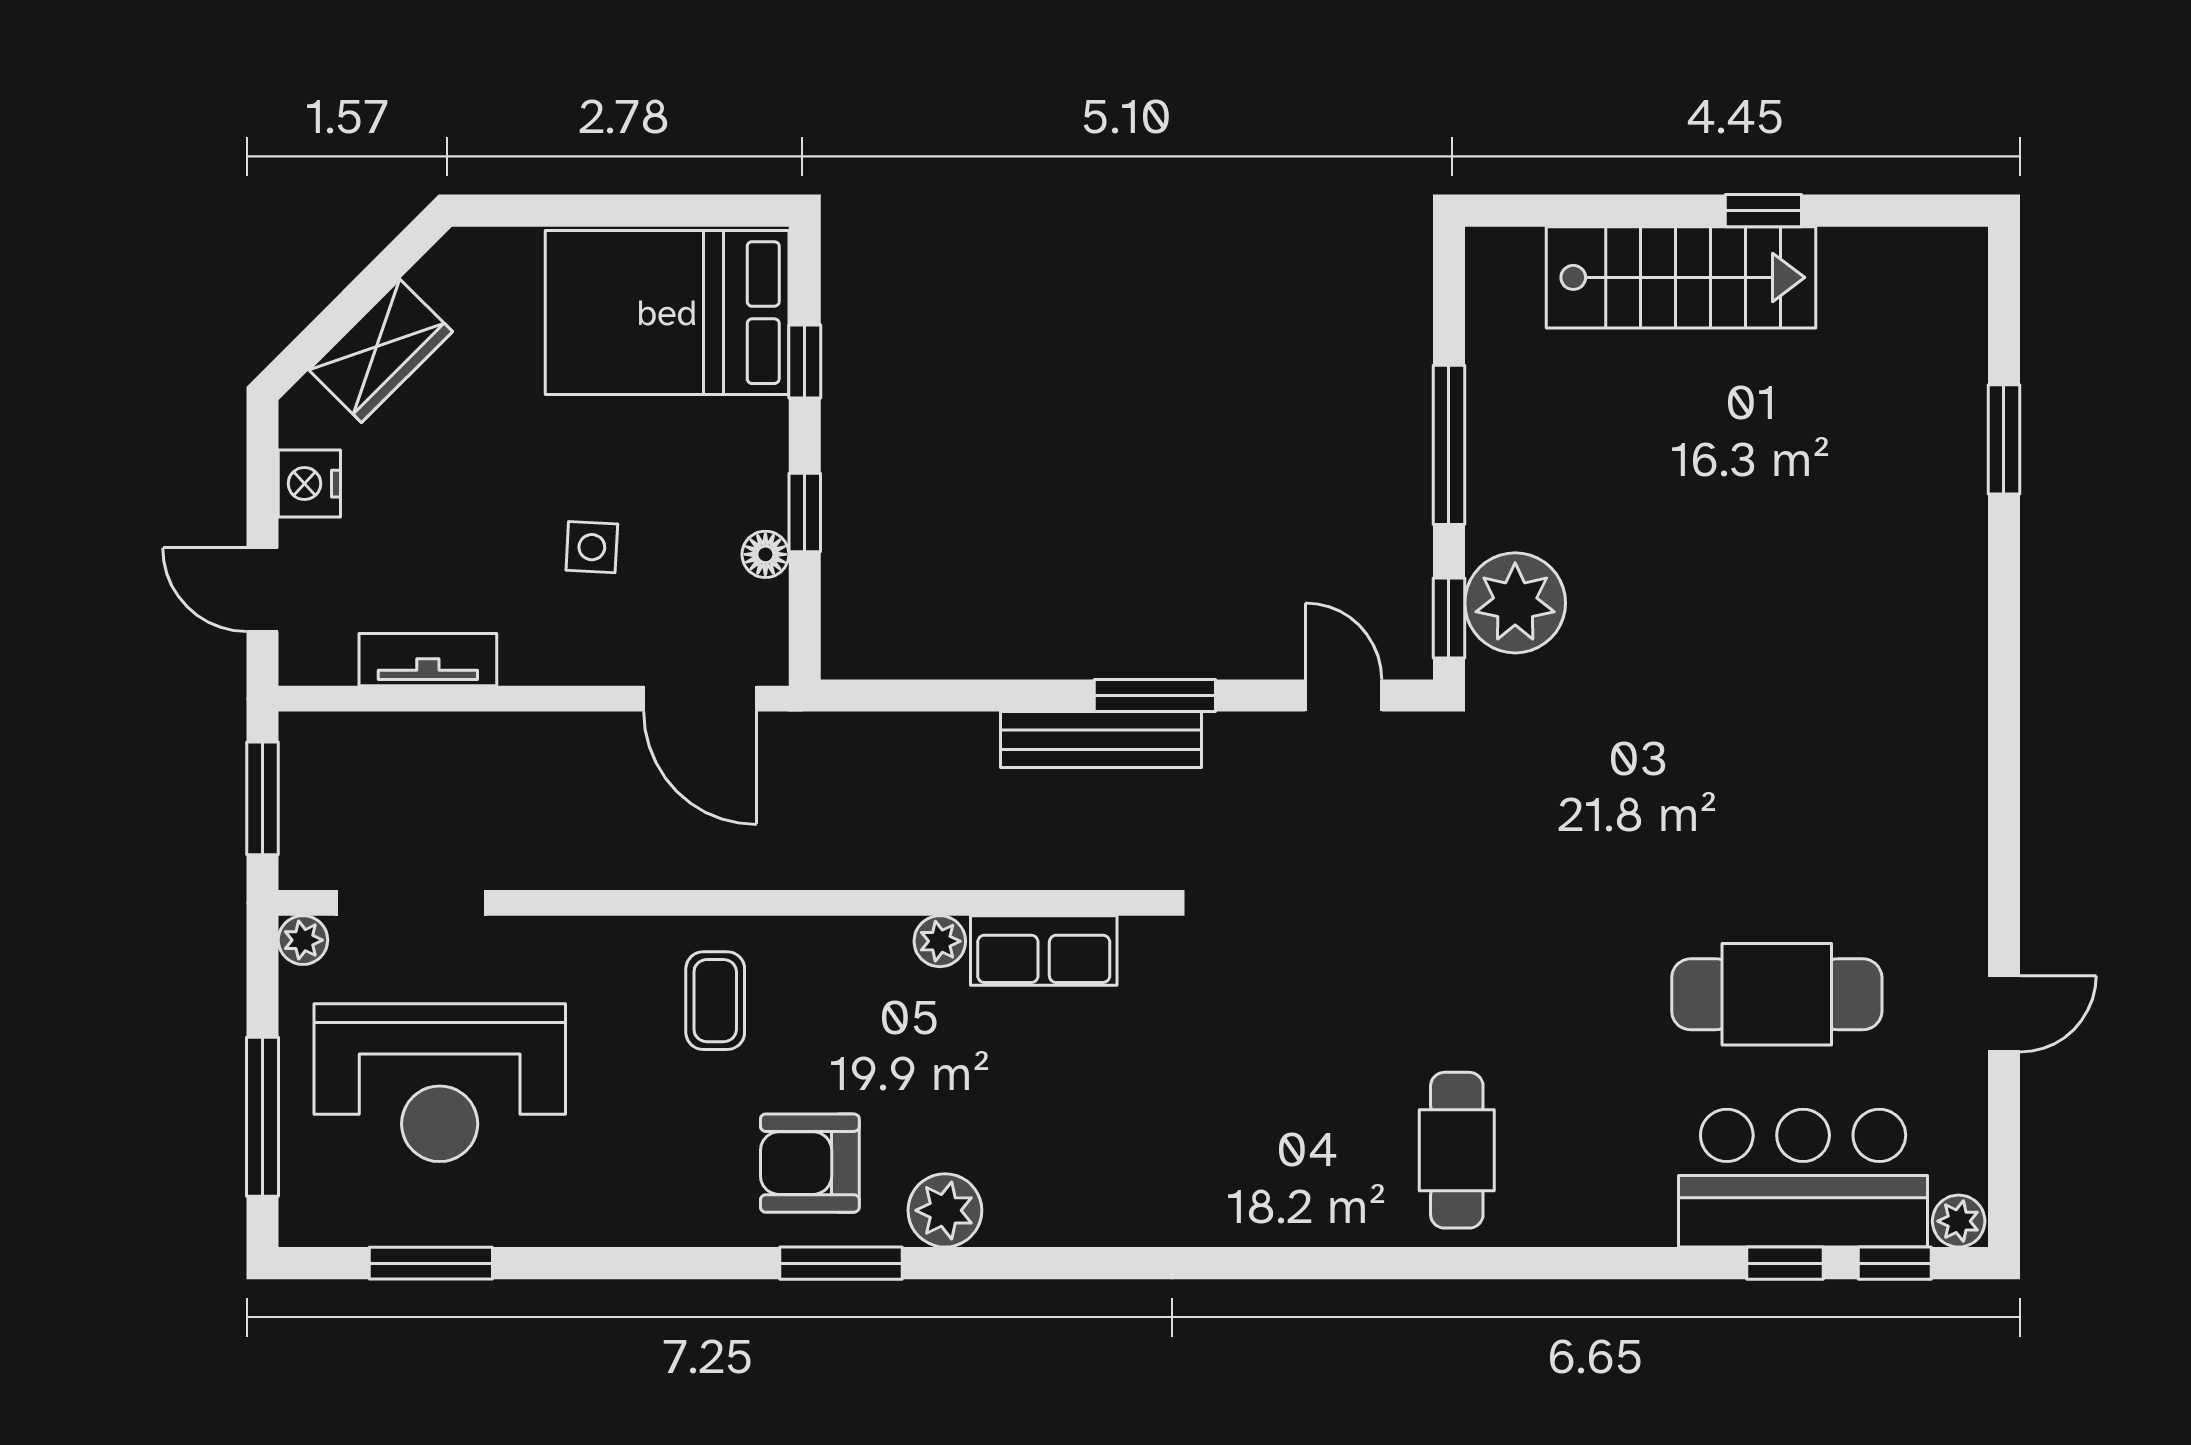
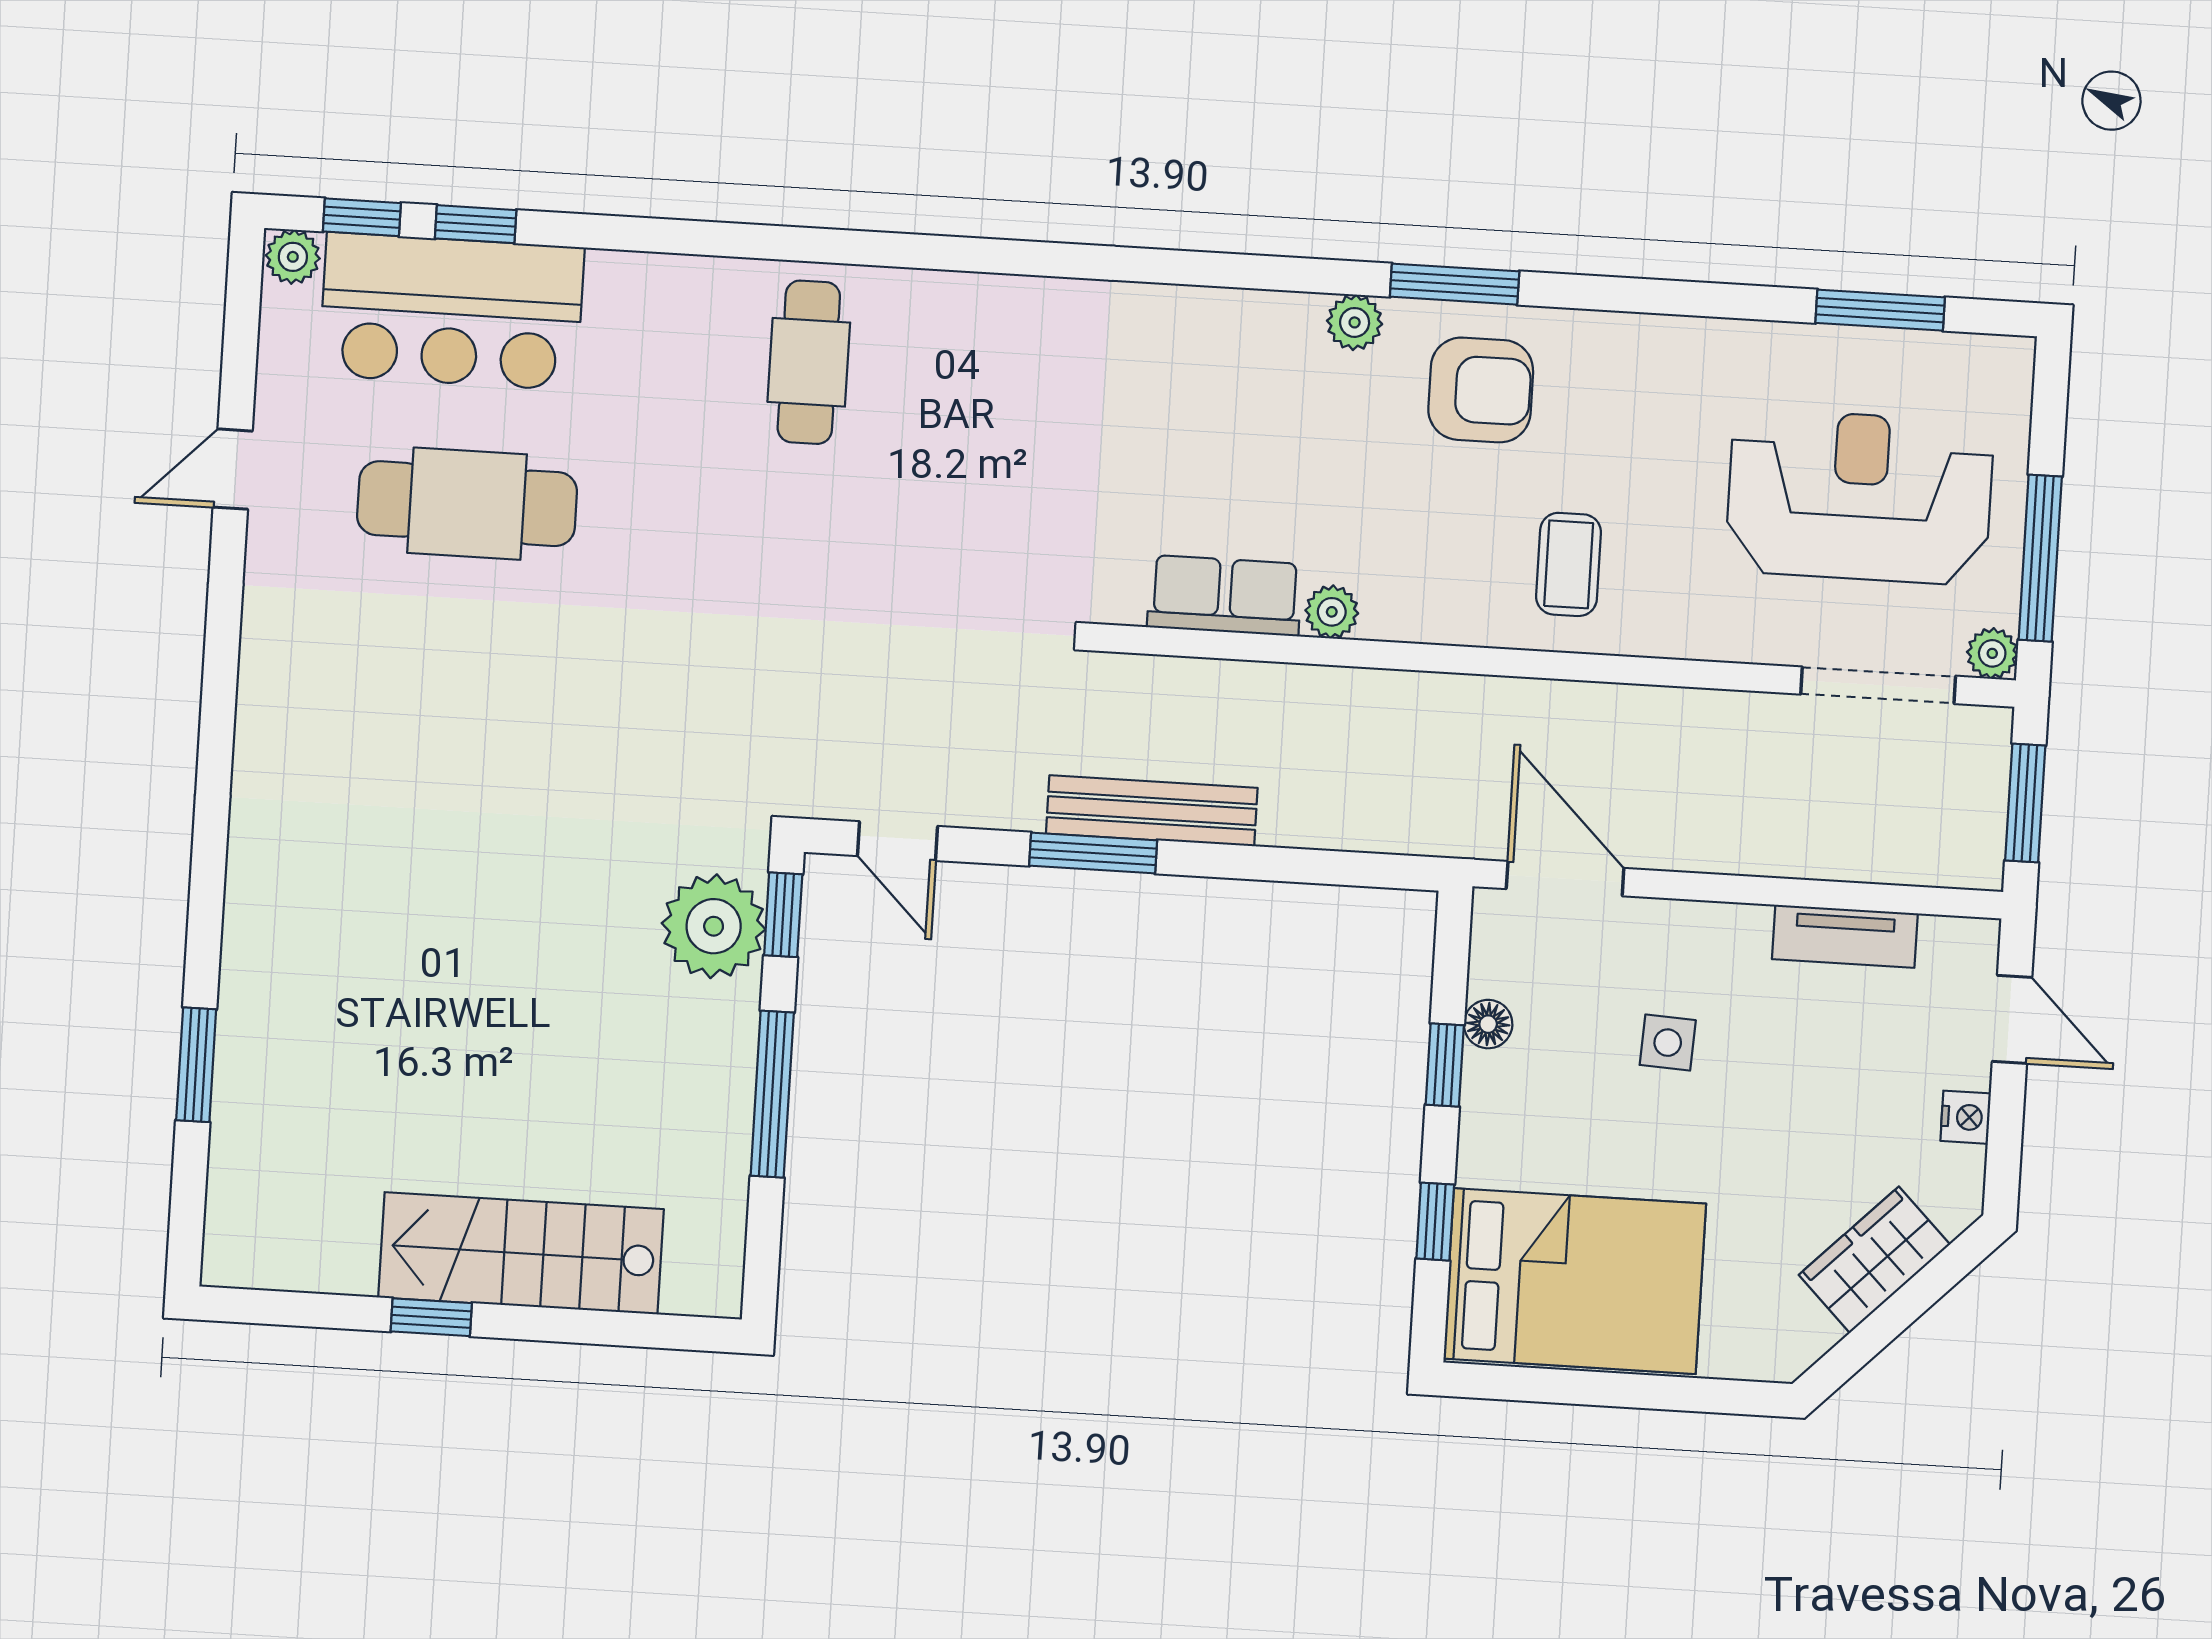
nightstand: (309, 484) -> (1966, 1117), width x0.72, depth x0.74
window: (262, 1117) -> (2040, 558), moved
plant: (945, 1210) -> (1355, 322), width x0.73, depth x0.73

